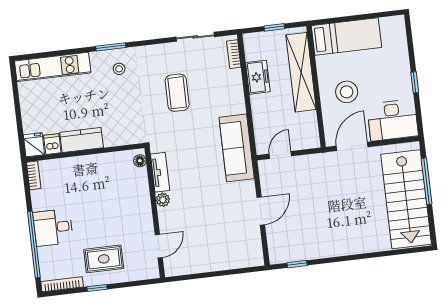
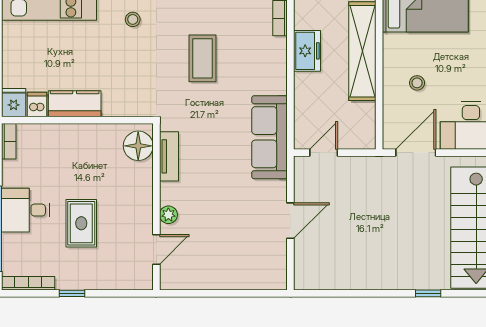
stool: (347, 92) -> (417, 83), width x0.53, depth x0.53
floor lamp: (140, 161) -> (138, 146), width x1.89, depth x1.89
plant: (163, 200) -> (168, 215), moved
rug: (104, 259) -> (81, 223), moved, turned 90
window: (297, 264) -> (428, 293), moved

